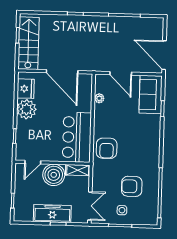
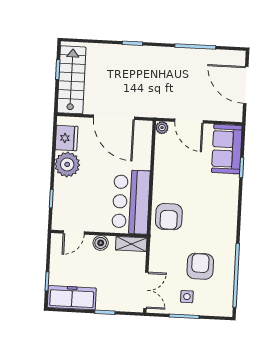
door: (164, 55) -> (246, 85), moved
plant: (99, 98) -> (162, 128), moved
boiler: (54, 175) -> (101, 243), width x0.54, depth x0.54
armchair: (132, 186) -> (200, 266), turned 90
freezer: (52, 214) -> (72, 298), moved

